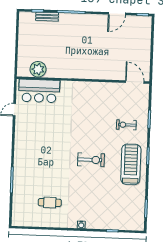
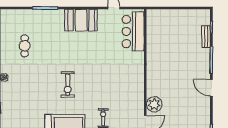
door: (117, 14) -> (211, 88), moved
plant: (38, 69) -> (154, 104), moved
booth: (26, 144) -> (81, 20), added

